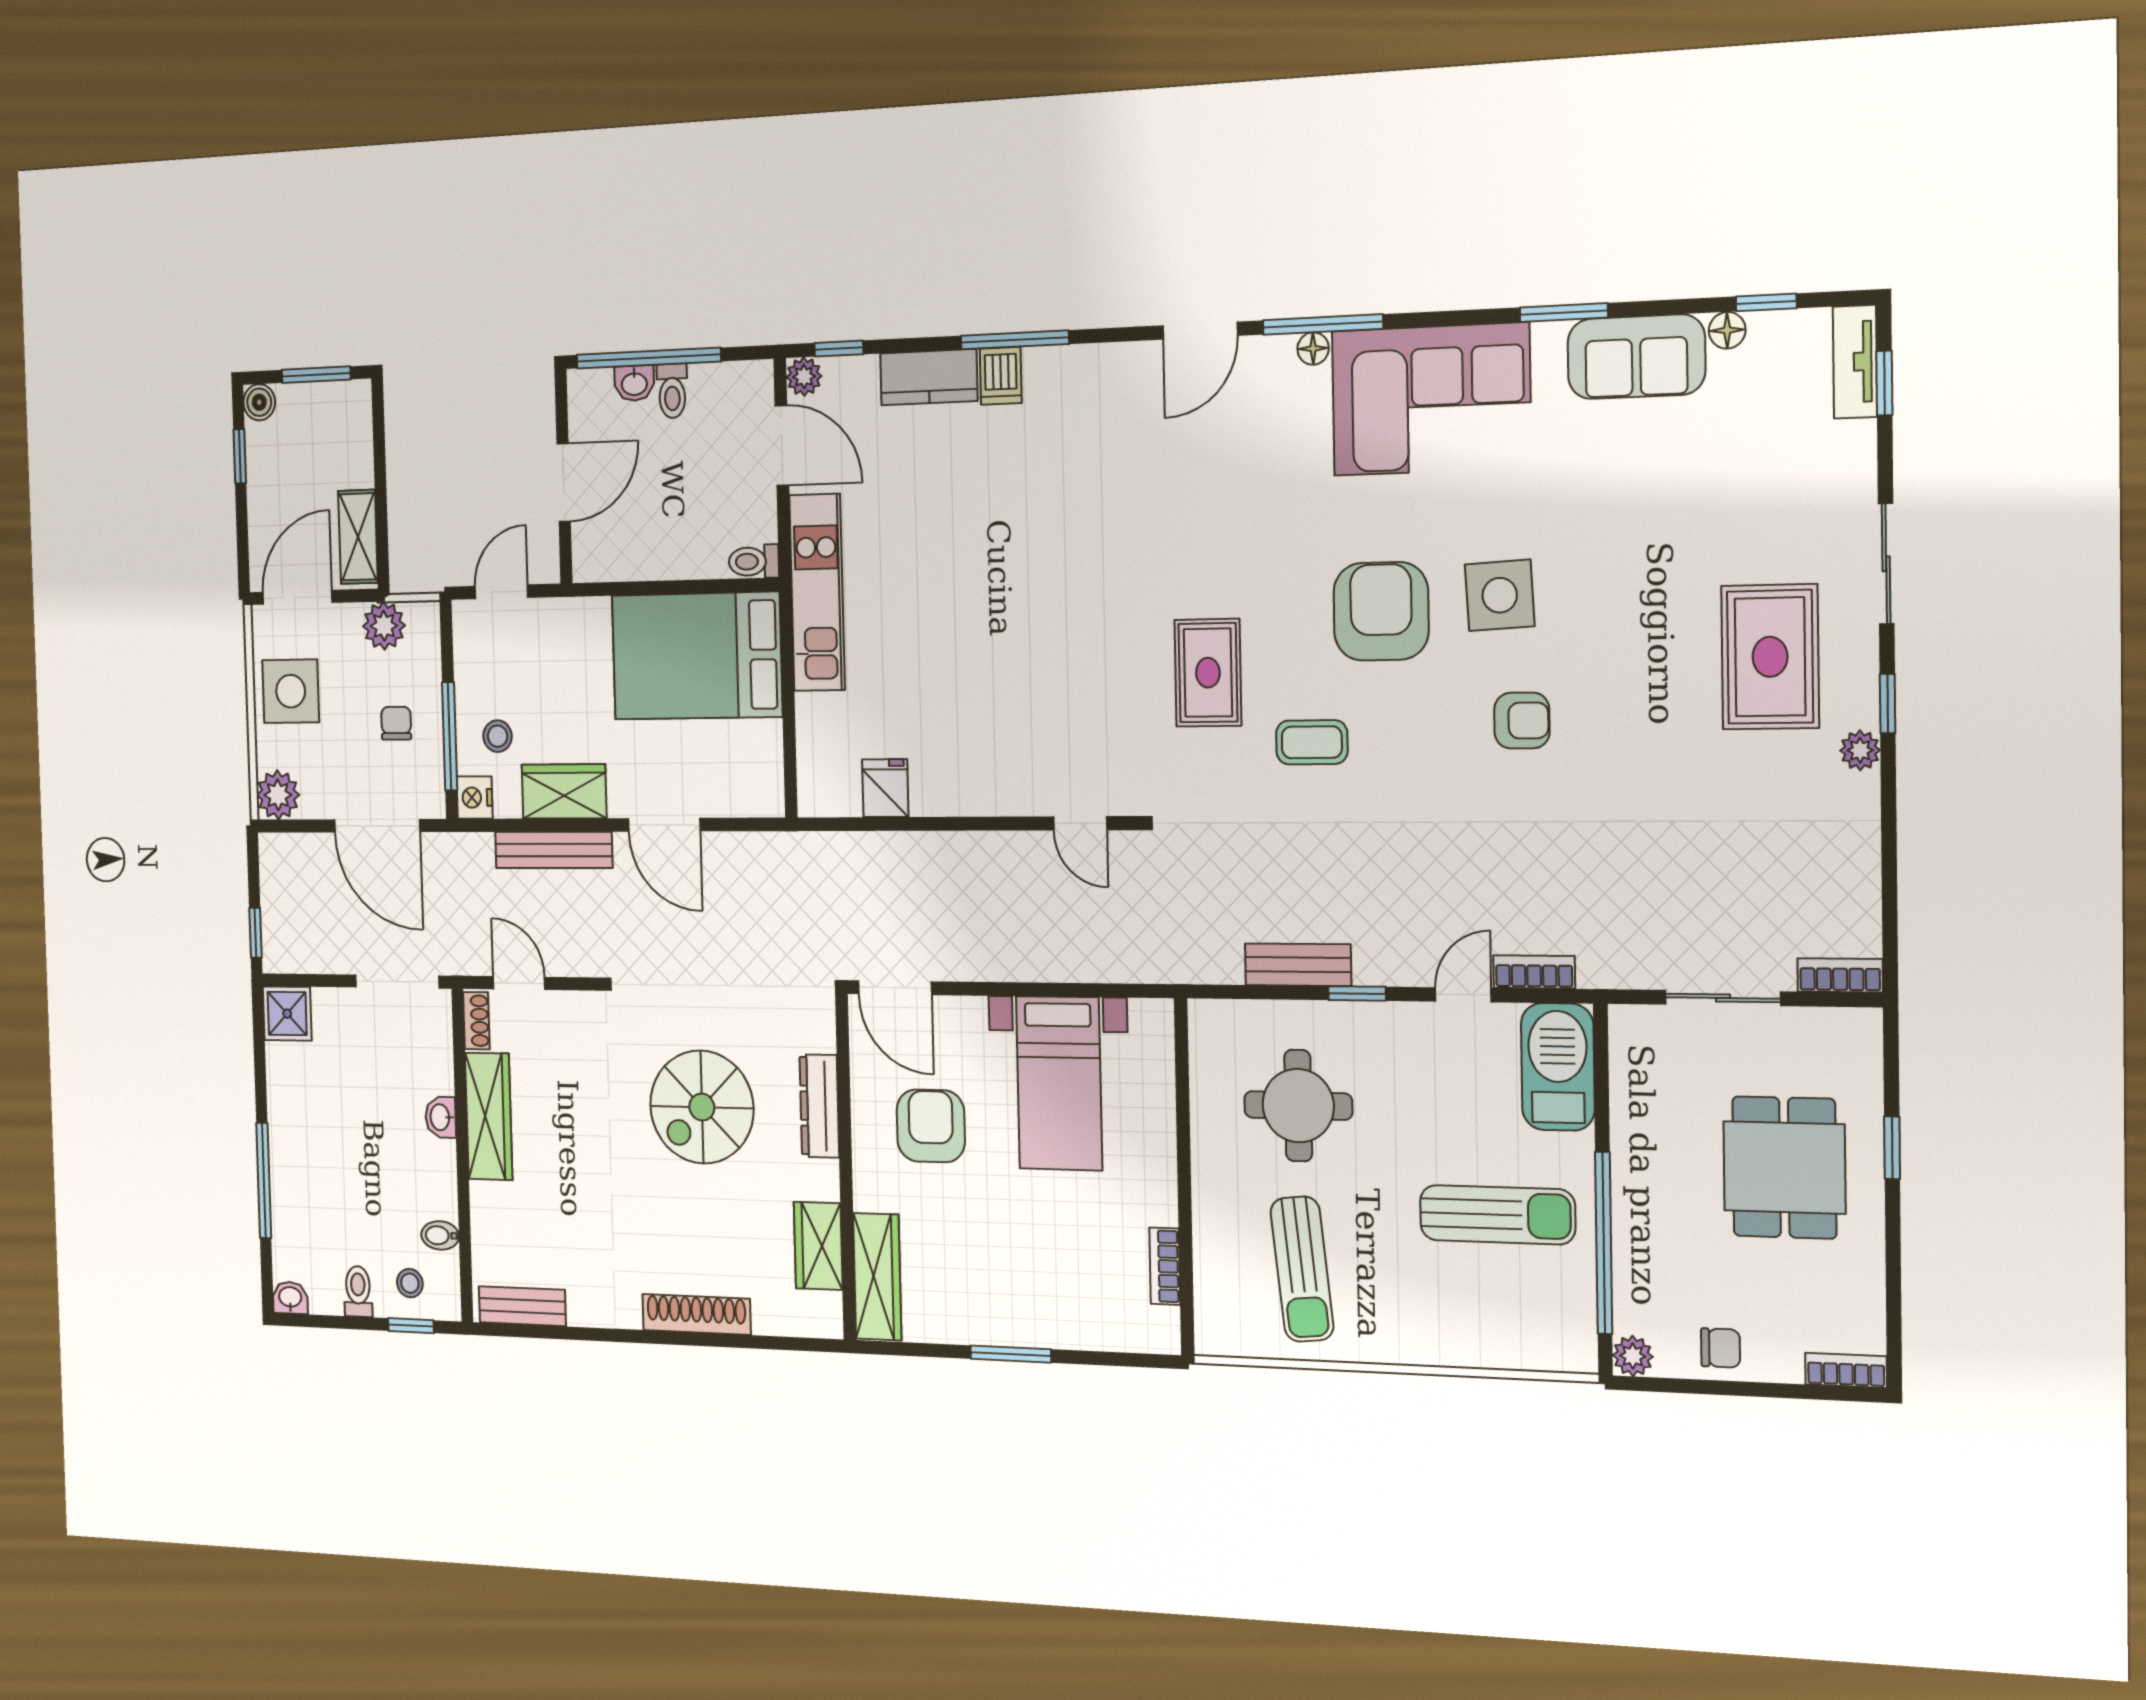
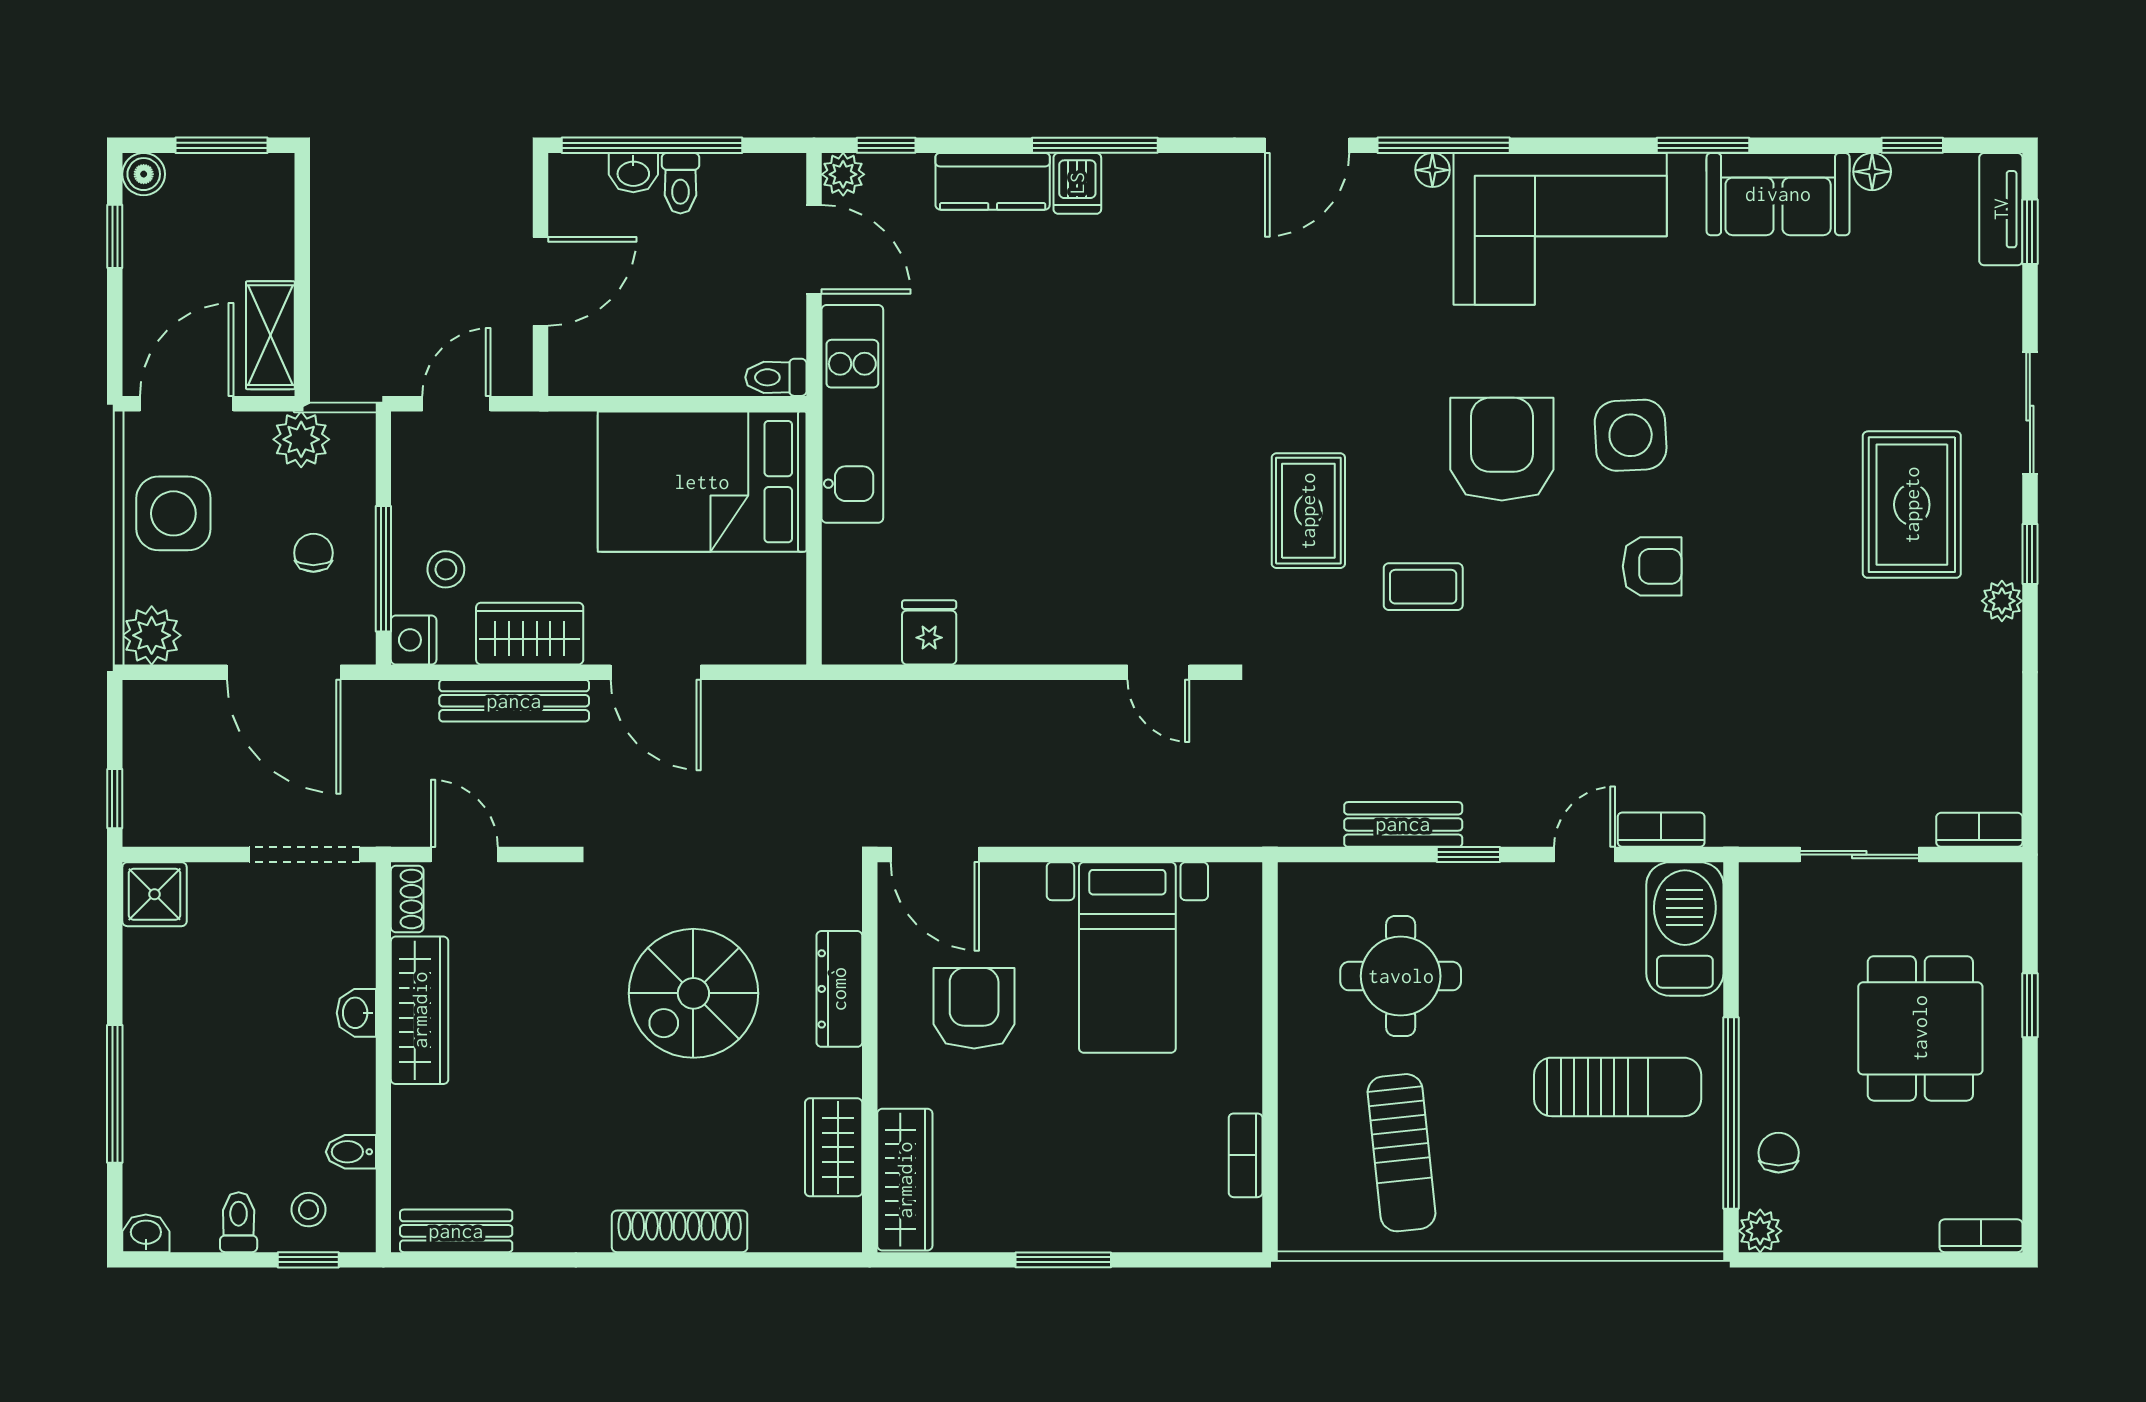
chair: (1721, 1348) -> (1779, 1153), moved, turned -90

